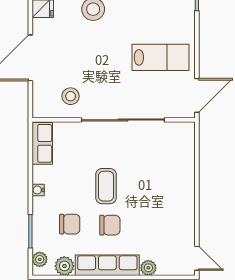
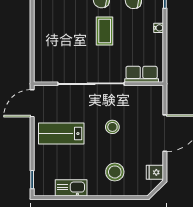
stool: (71, 96) -> (112, 127), moved
row of seats: (42, 143) -> (142, 74), moved, turned 90

